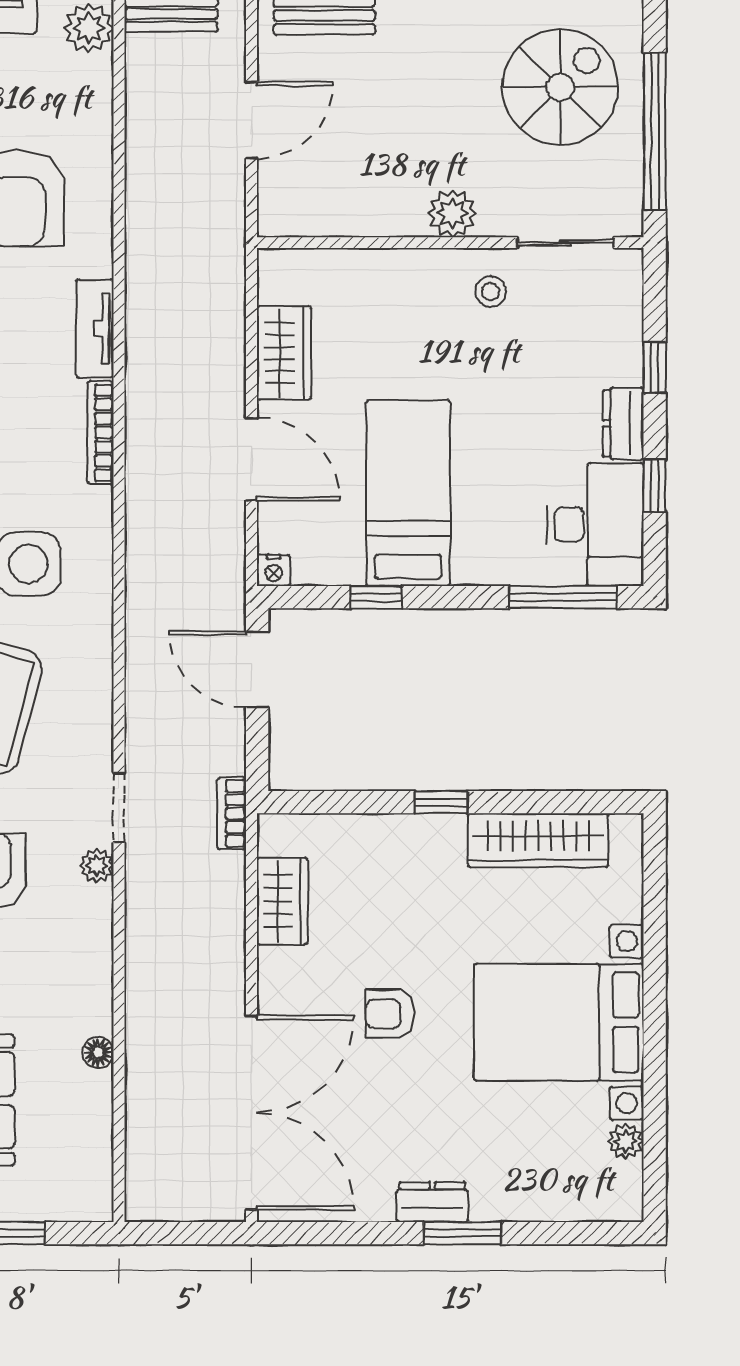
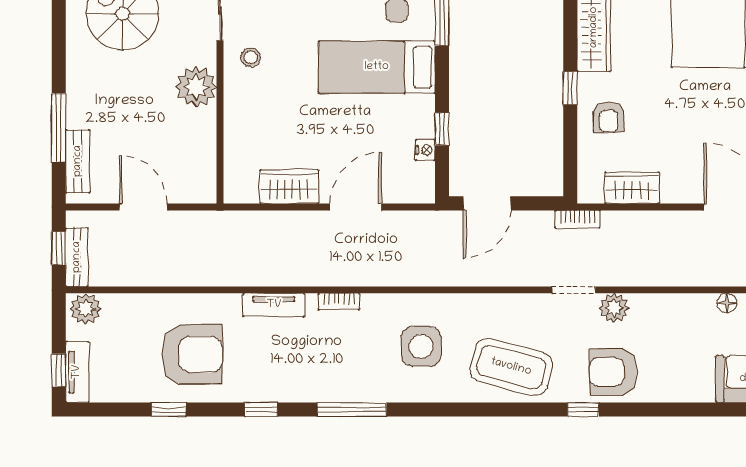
plant: (452, 213) -> (196, 87), width x1.36, depth x1.36
bookcase: (100, 433) -> (339, 301), width x0.64
bed: (408, 493) -> (377, 67), moved
nightstand: (273, 570) -> (425, 150), moved
plant: (97, 866) -> (614, 308), width x1.38, depth x1.38
armchair: (390, 1014) -> (609, 117), moved

